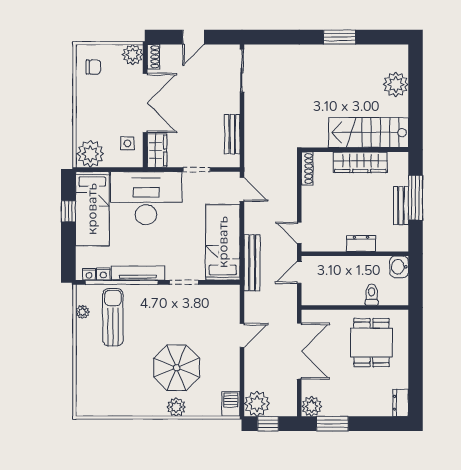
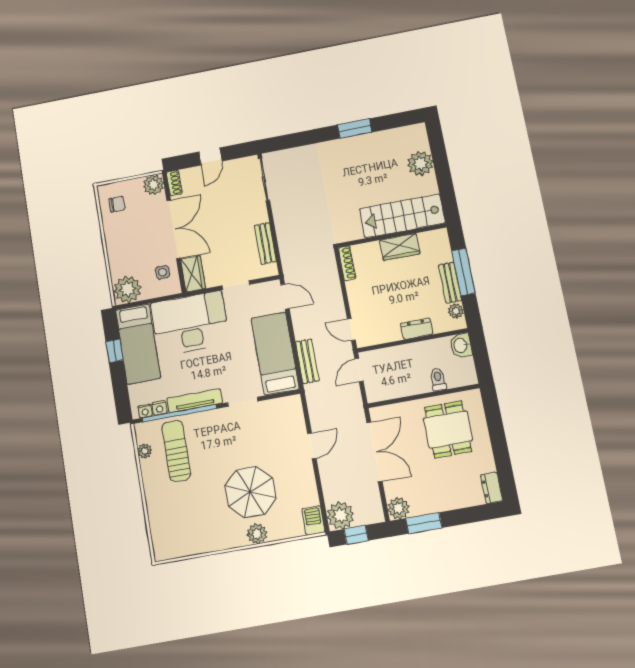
wardrobe: (360, 162) -> (400, 247), width x0.67
plant: (401, 234) -> (456, 311), added
bench: (252, 263) -> (307, 361), width x0.73

